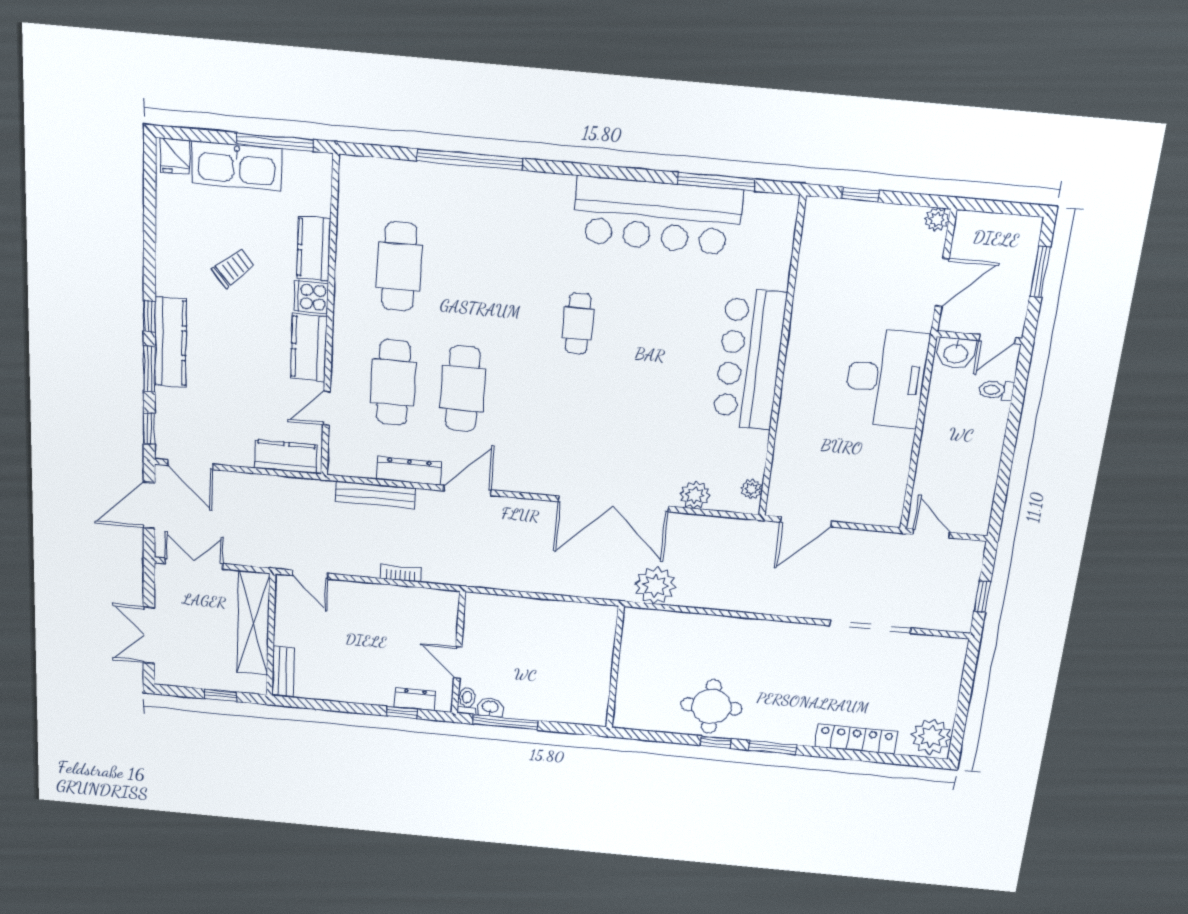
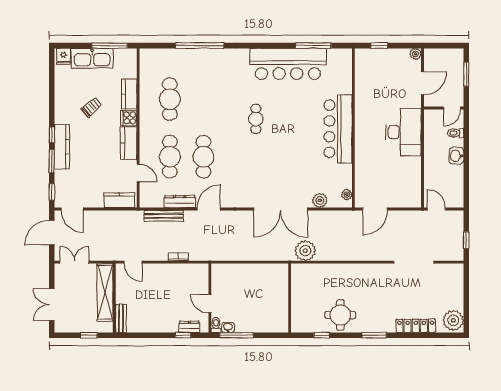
washbasin: (956, 353) -> (456, 156), moved, turned 90
door: (327, 408) -> (138, 173), swing flipped
window: (716, 742) -> (322, 335), moved

